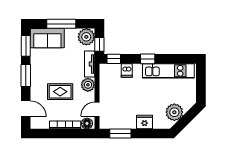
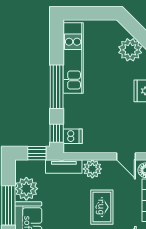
plant: (86, 37) -> (26, 189), moved
window: (148, 59) -> (57, 87), width x2.17
dishwasher: (127, 70) -> (73, 136), moved

